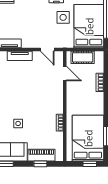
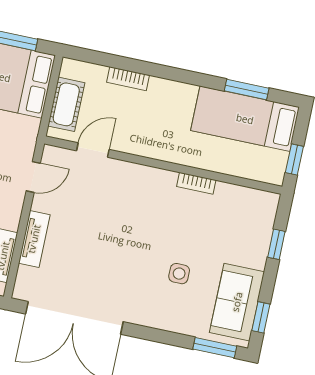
bed: (88, 138) -> (245, 119), width x0.67
piano: (41, 155) -> (258, 238), removed
window: (90, 164) -> (294, 160), moved

